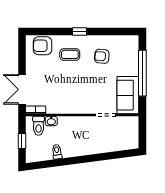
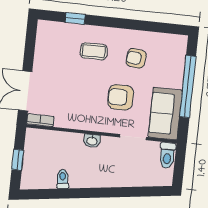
window: (80, 31) -> (75, 18), moved
armchair: (43, 46) -> (121, 97), moved
washbasin: (51, 121) -> (92, 141), moved
toilet: (39, 126) -> (167, 155), moved

